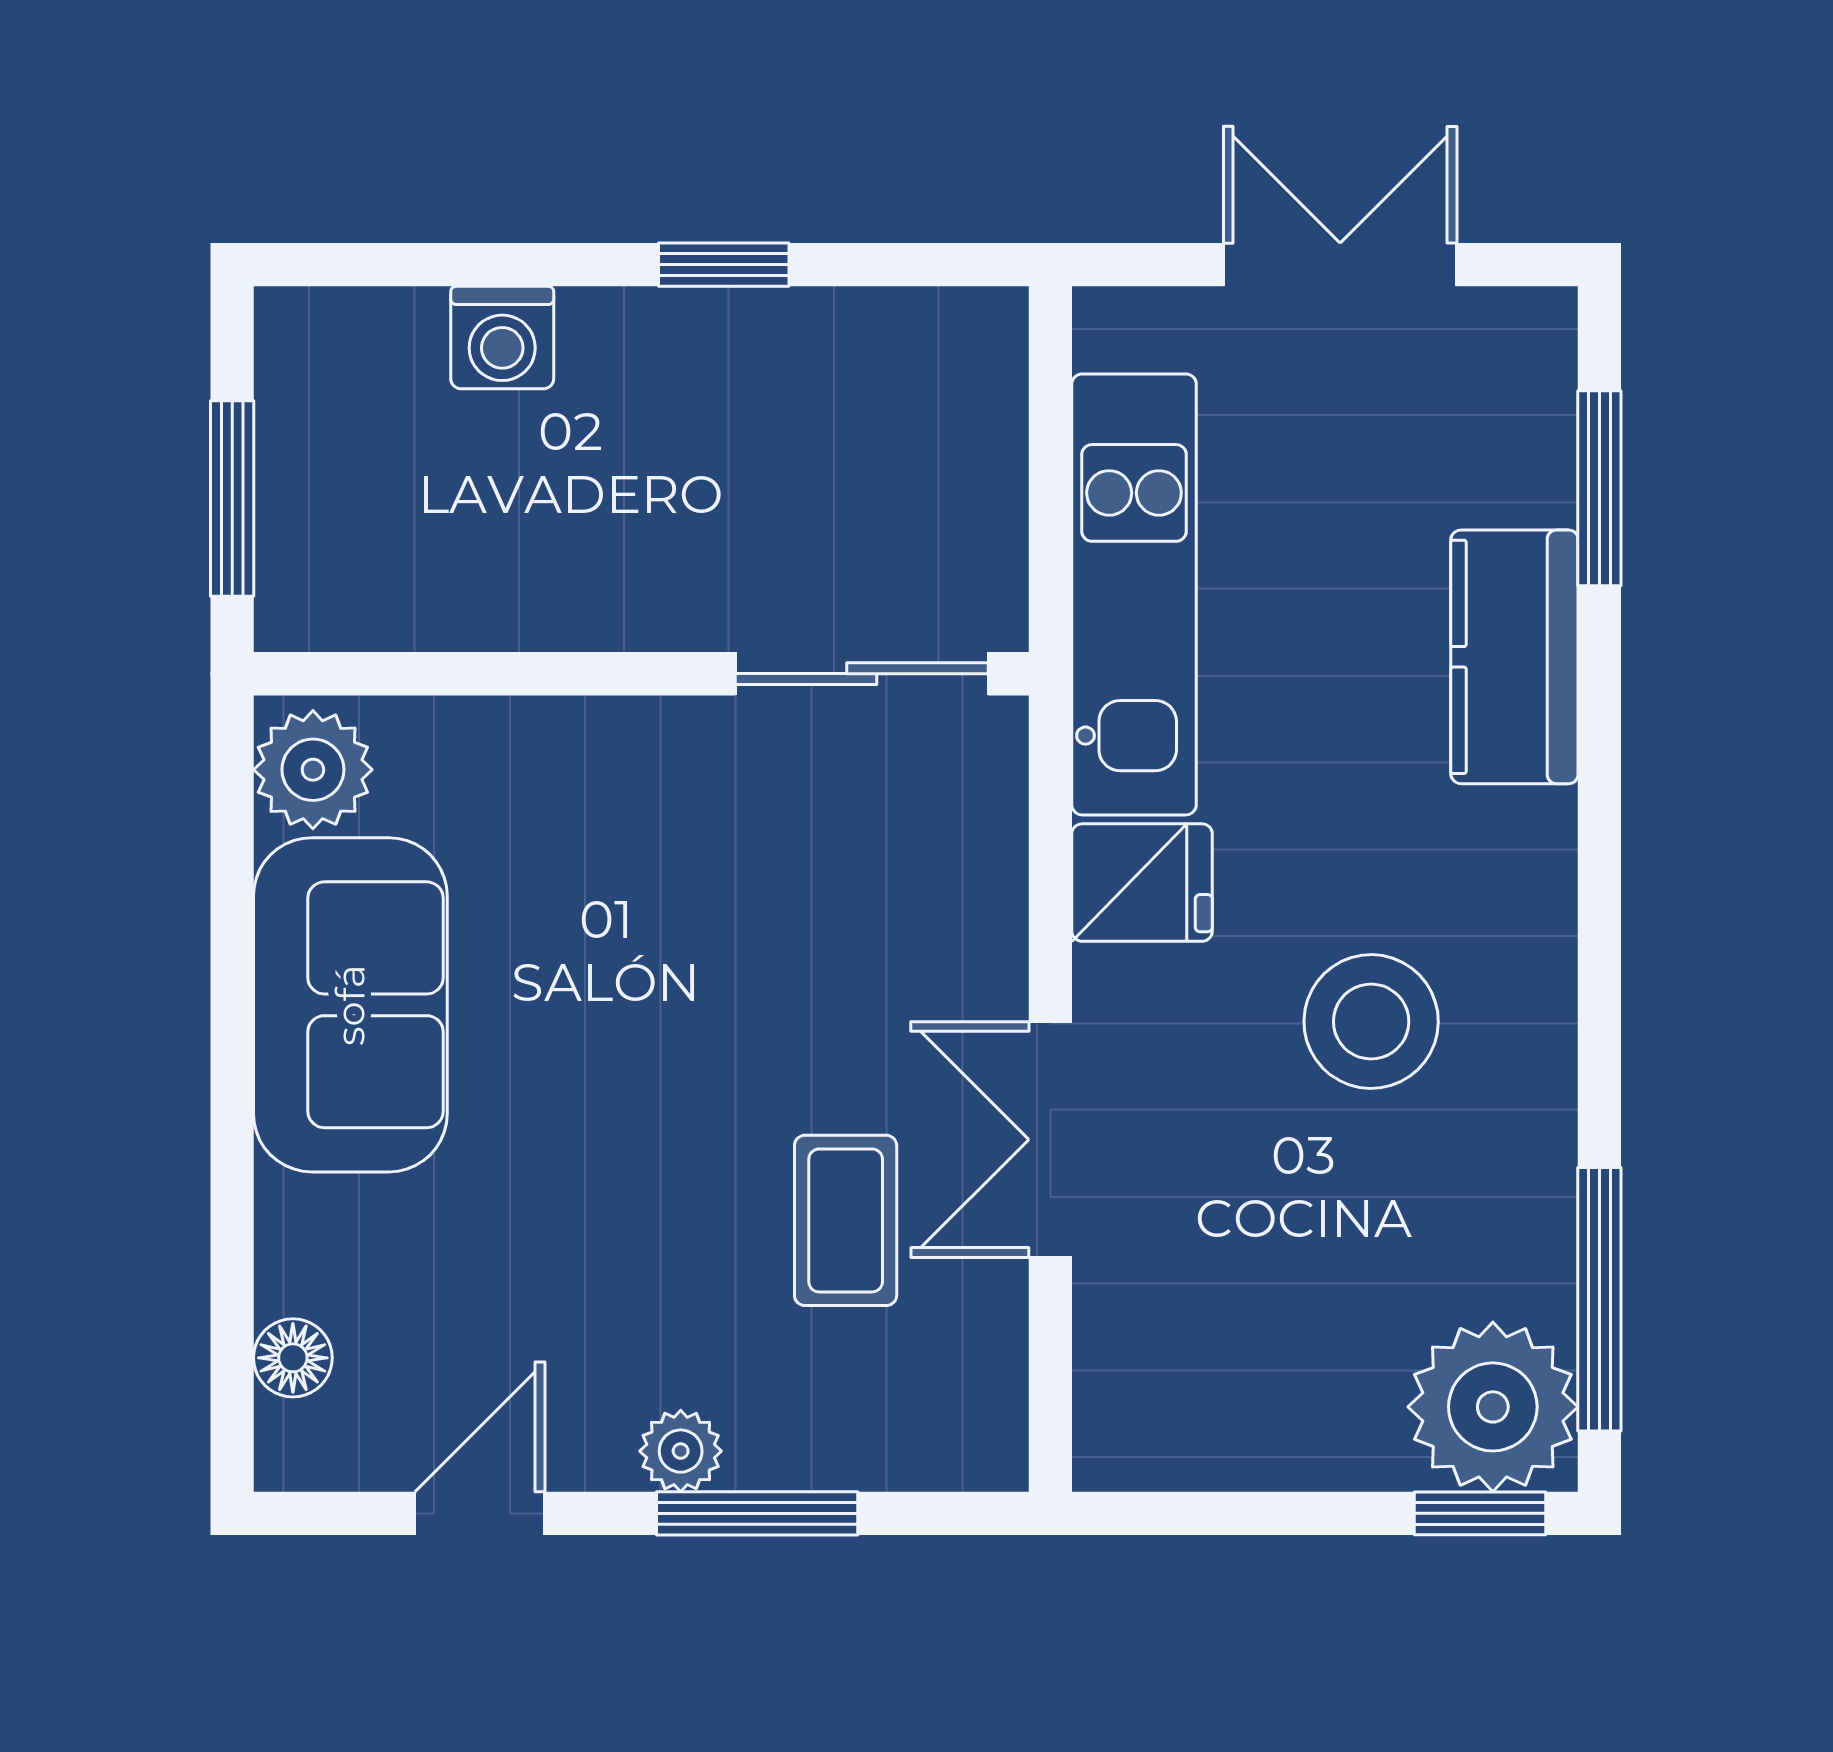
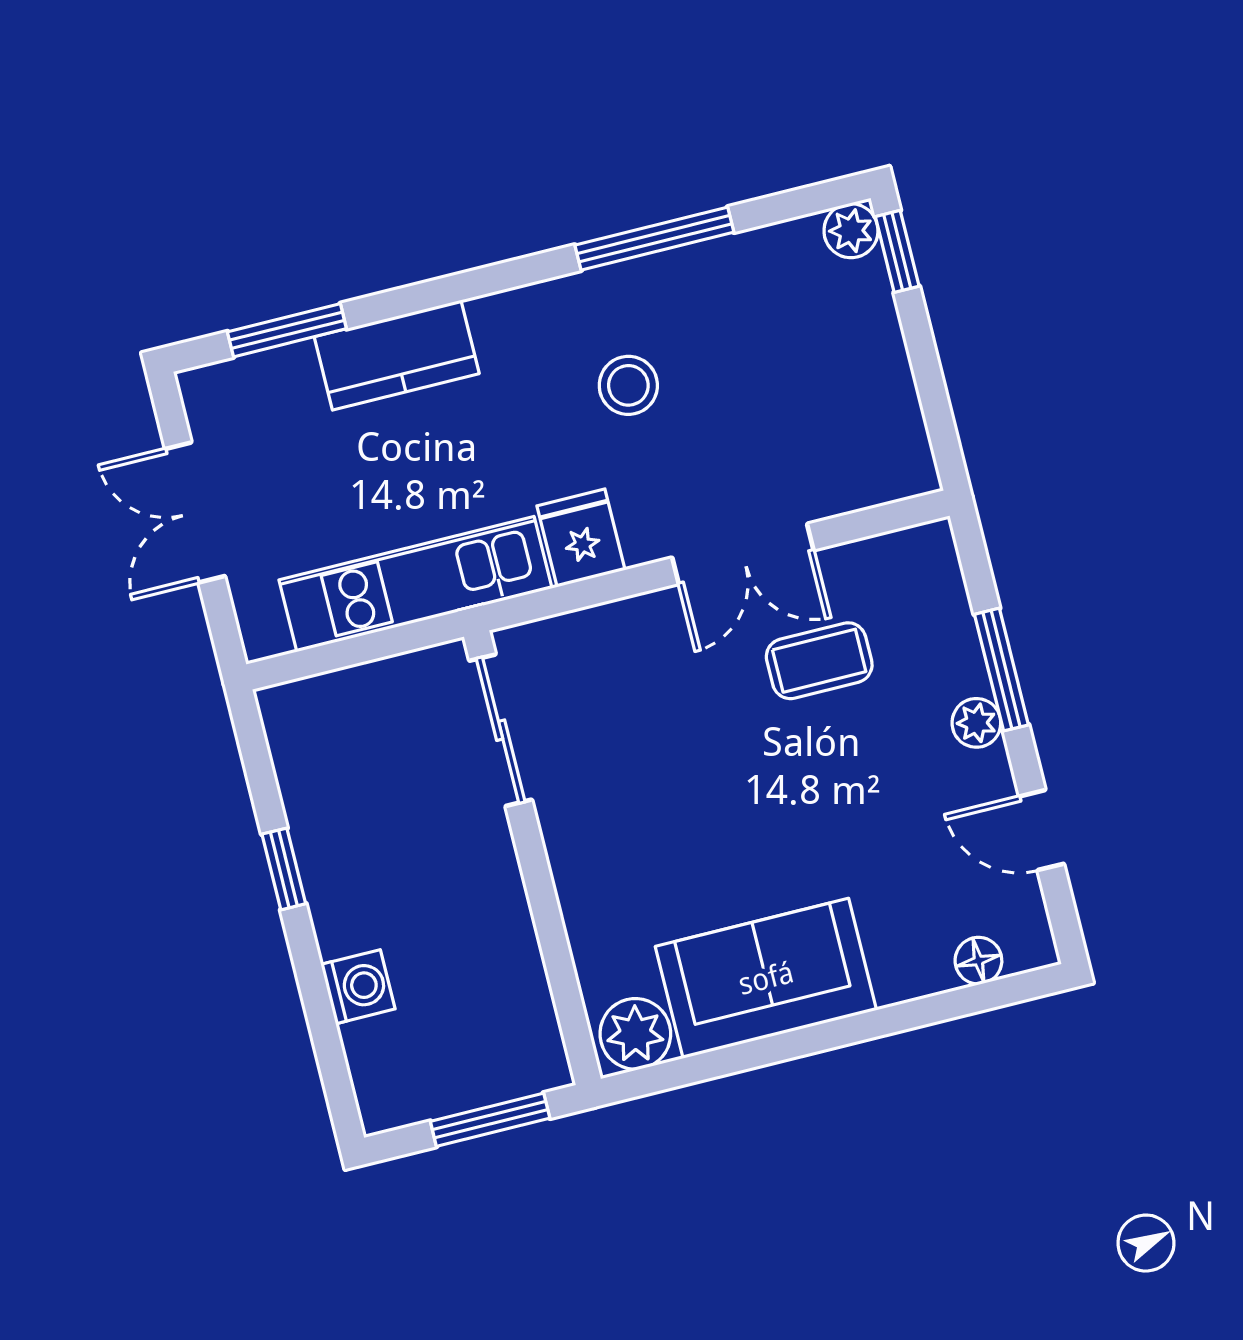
stool: (1371, 1022) -> (628, 385), width x0.73, depth x0.73
window: (1599, 1299) -> (654, 239), moved
plant: (1493, 1407) -> (851, 231), width x0.53, depth x0.53

